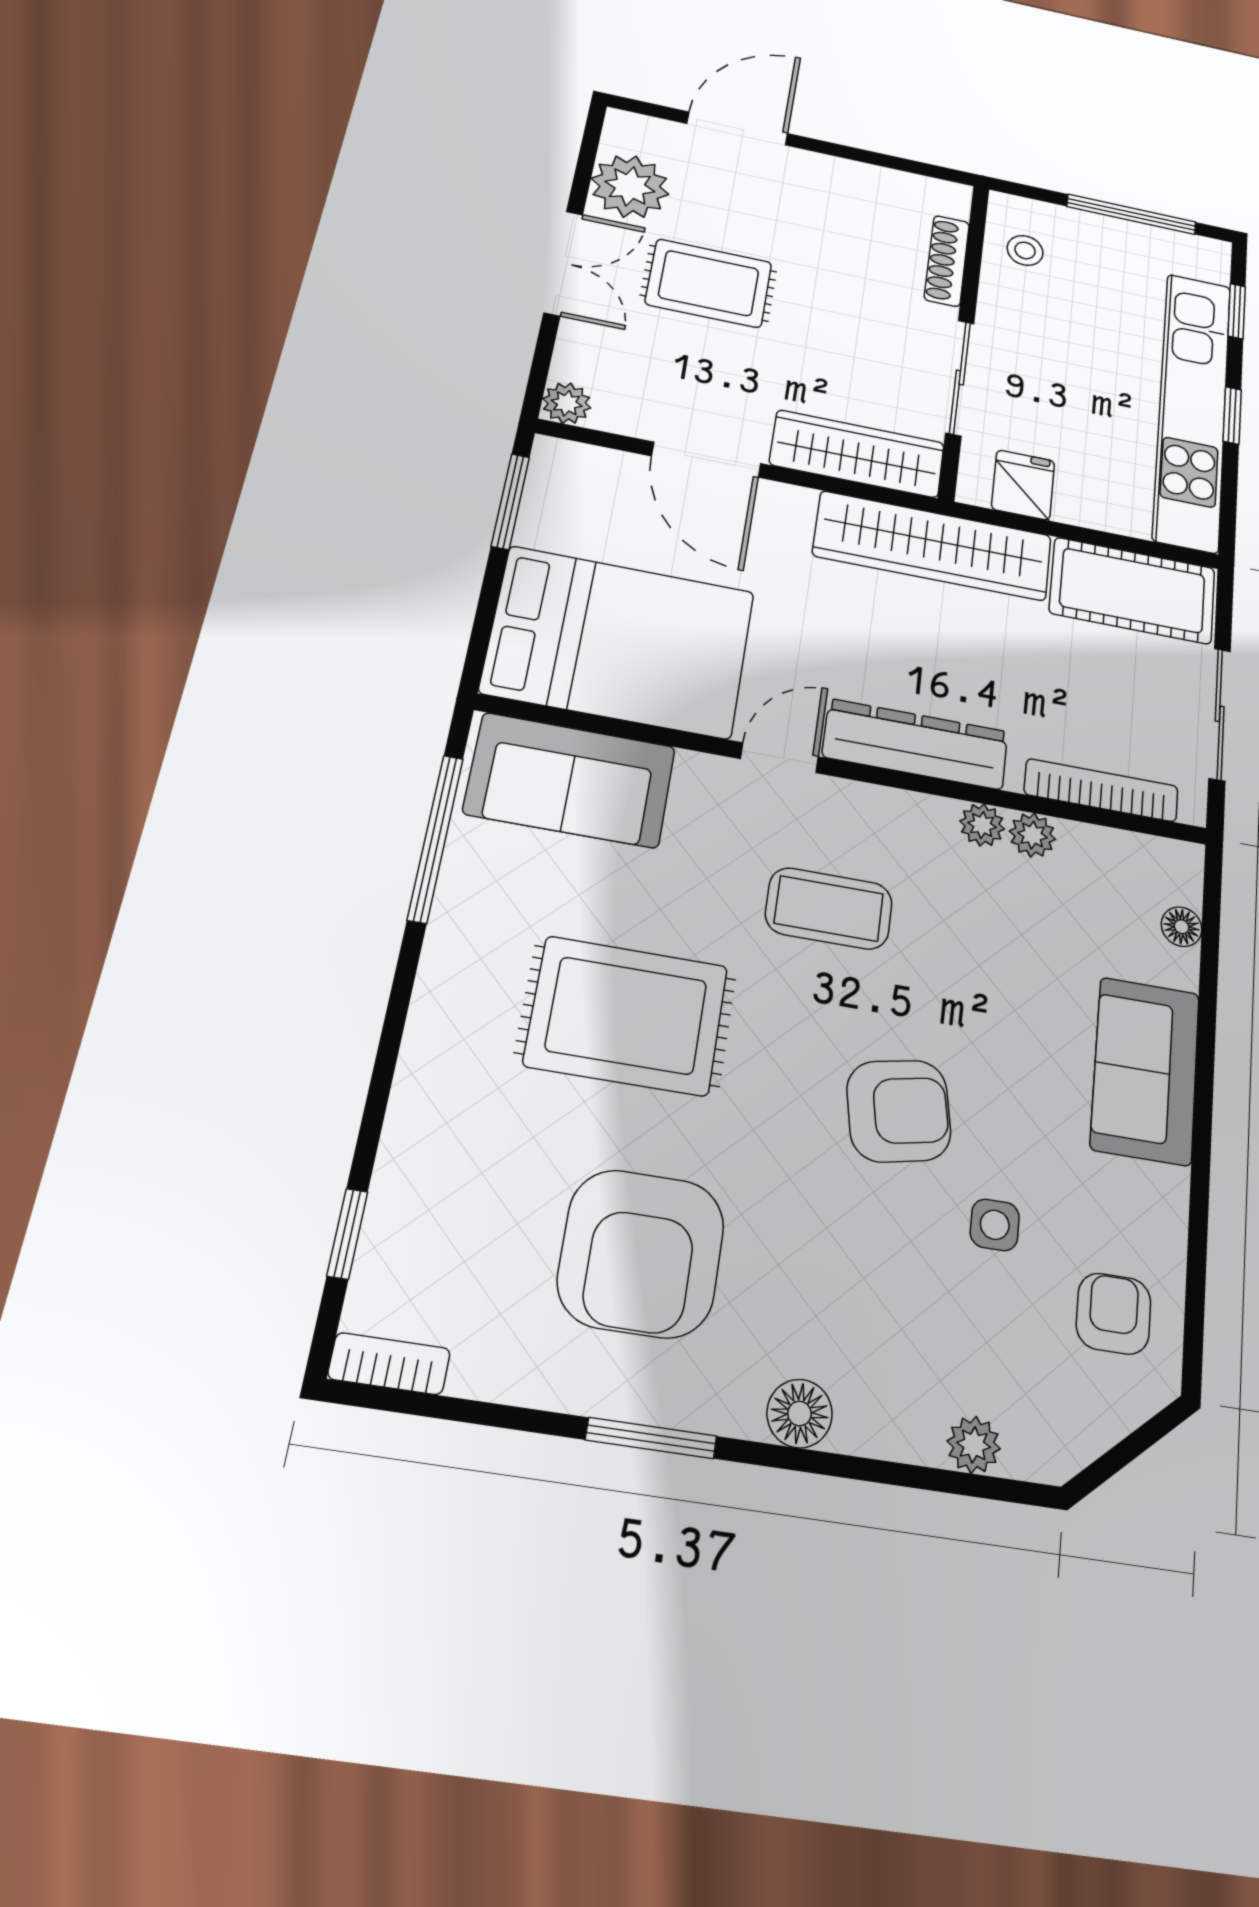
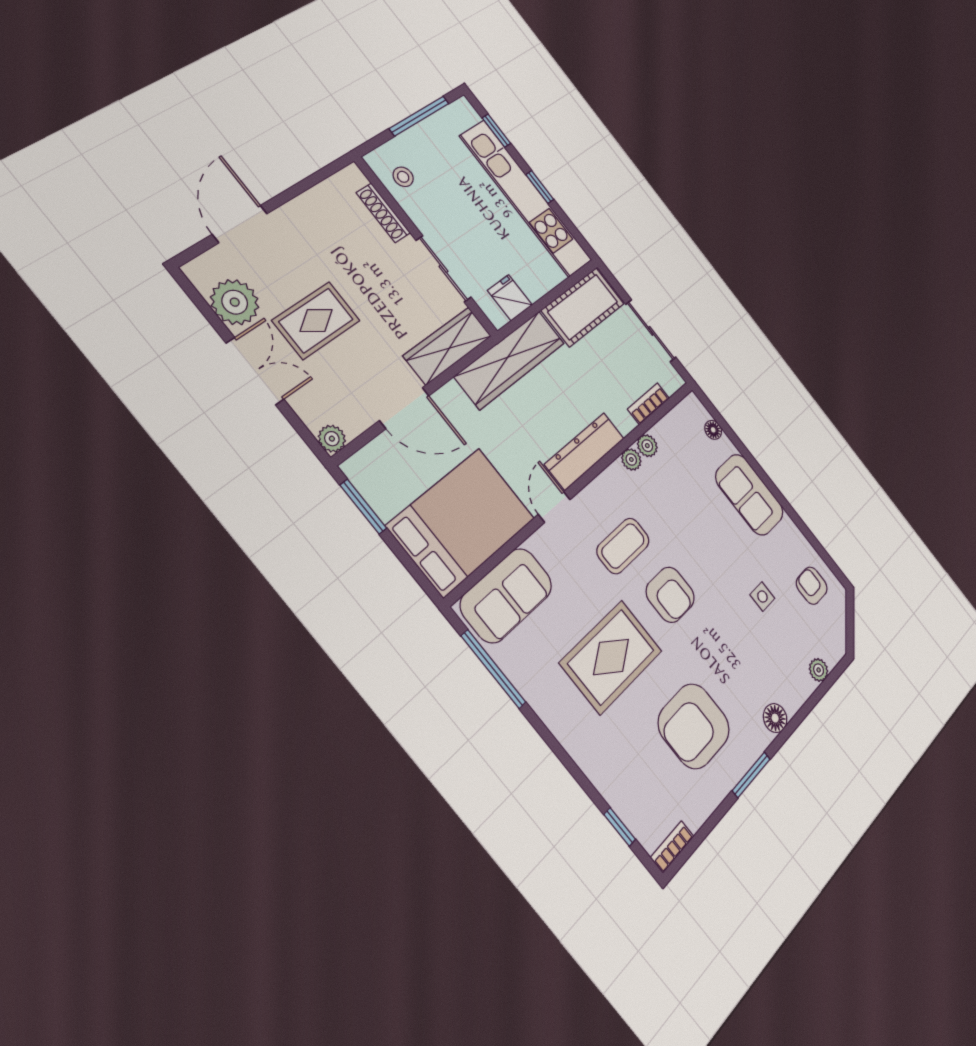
bookcase: (1101, 790) -> (649, 404), width x0.64
armchair: (899, 1111) -> (670, 595), moved, turned 101
armchair: (641, 1253) -> (694, 726), turned 90

